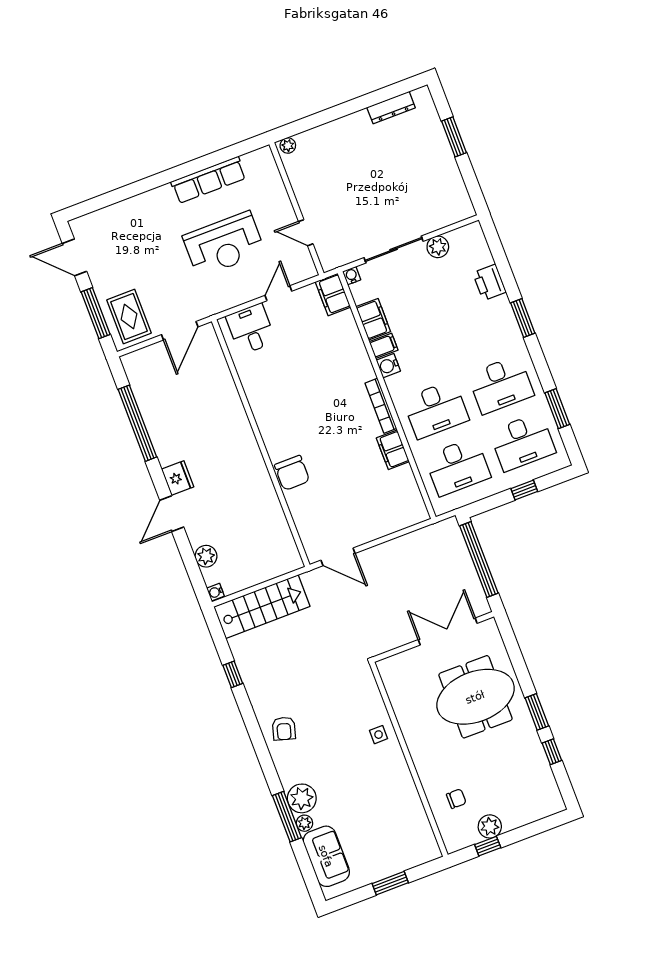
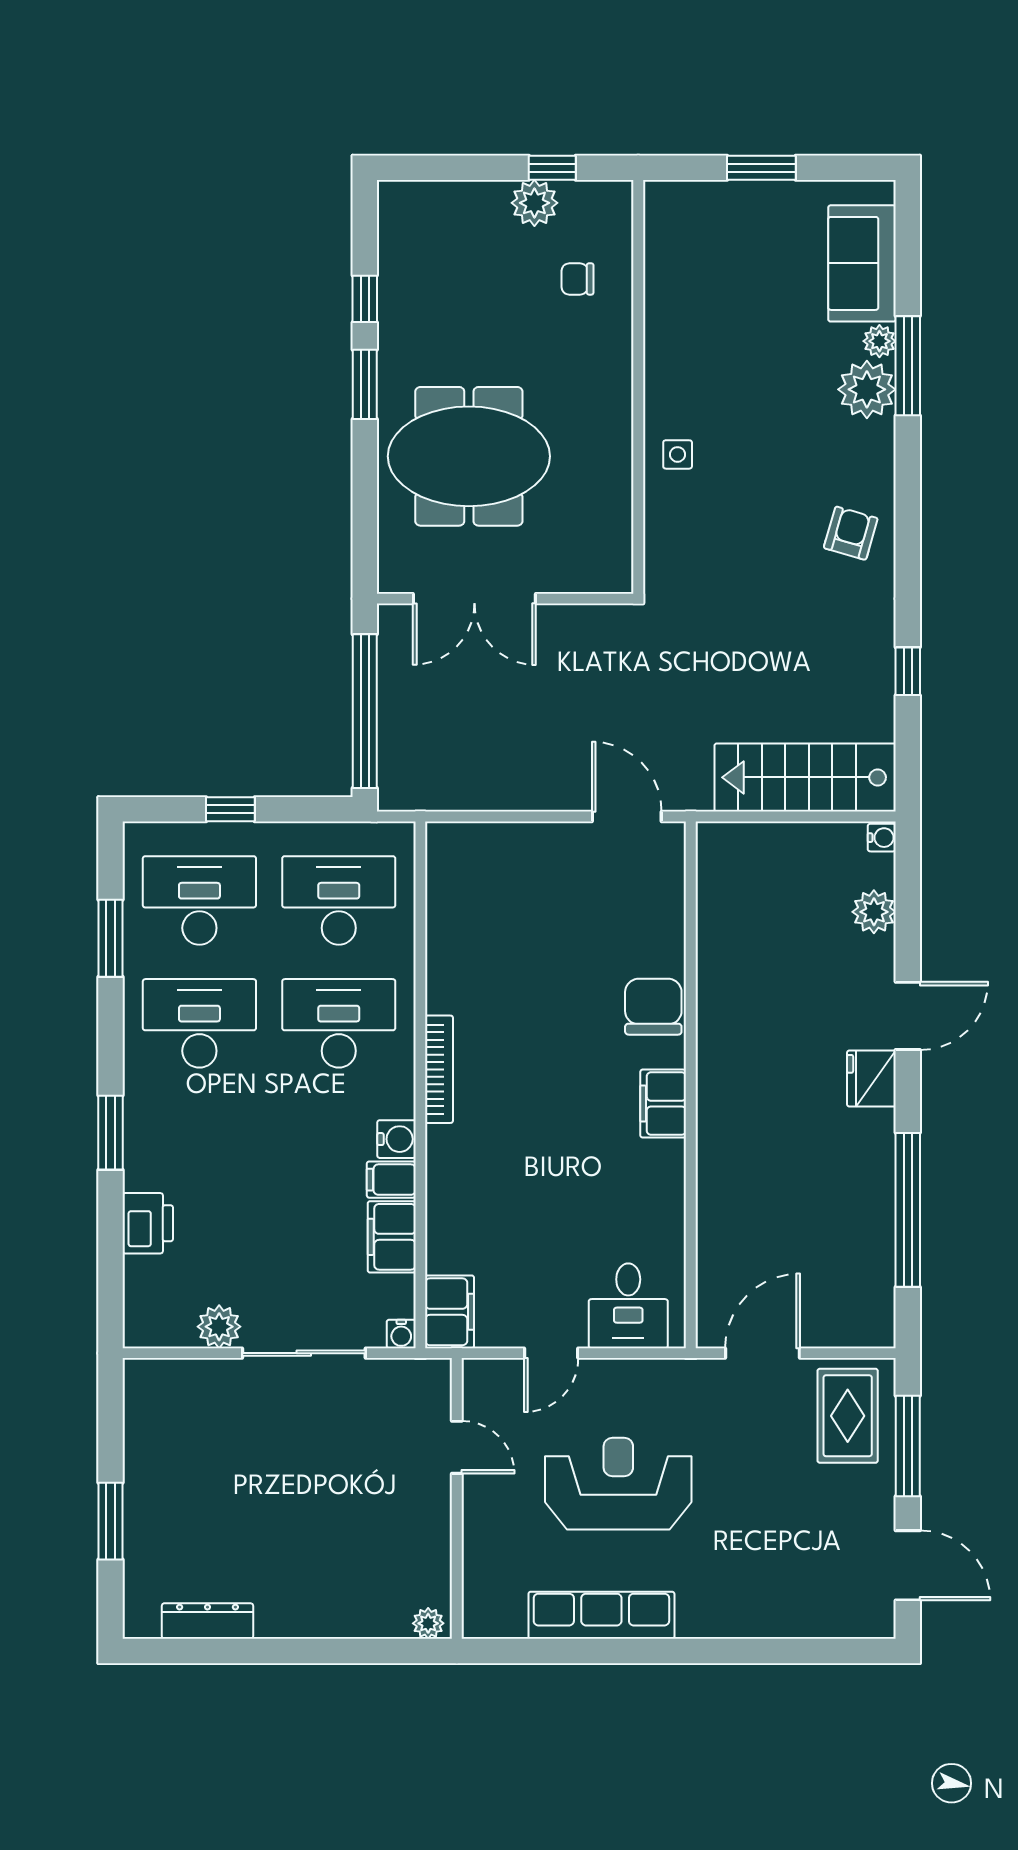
filing cabinet: (393, 450) -> (663, 1104), moved, turned 180

